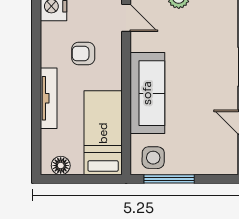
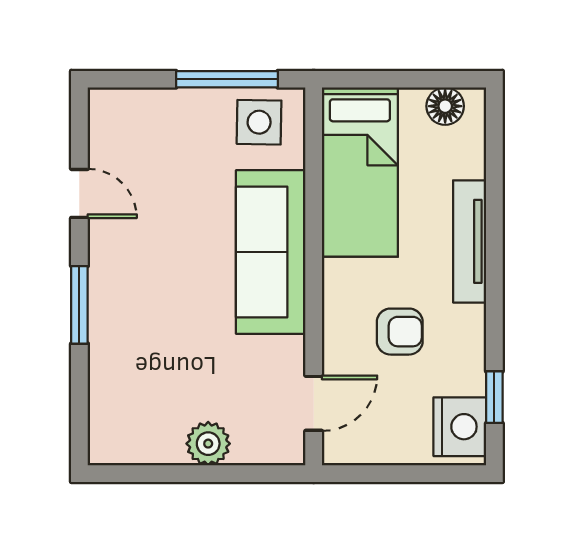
door: (126, 18) -> (314, 403), swing flipped
window: (36, 21) -> (494, 397), added

